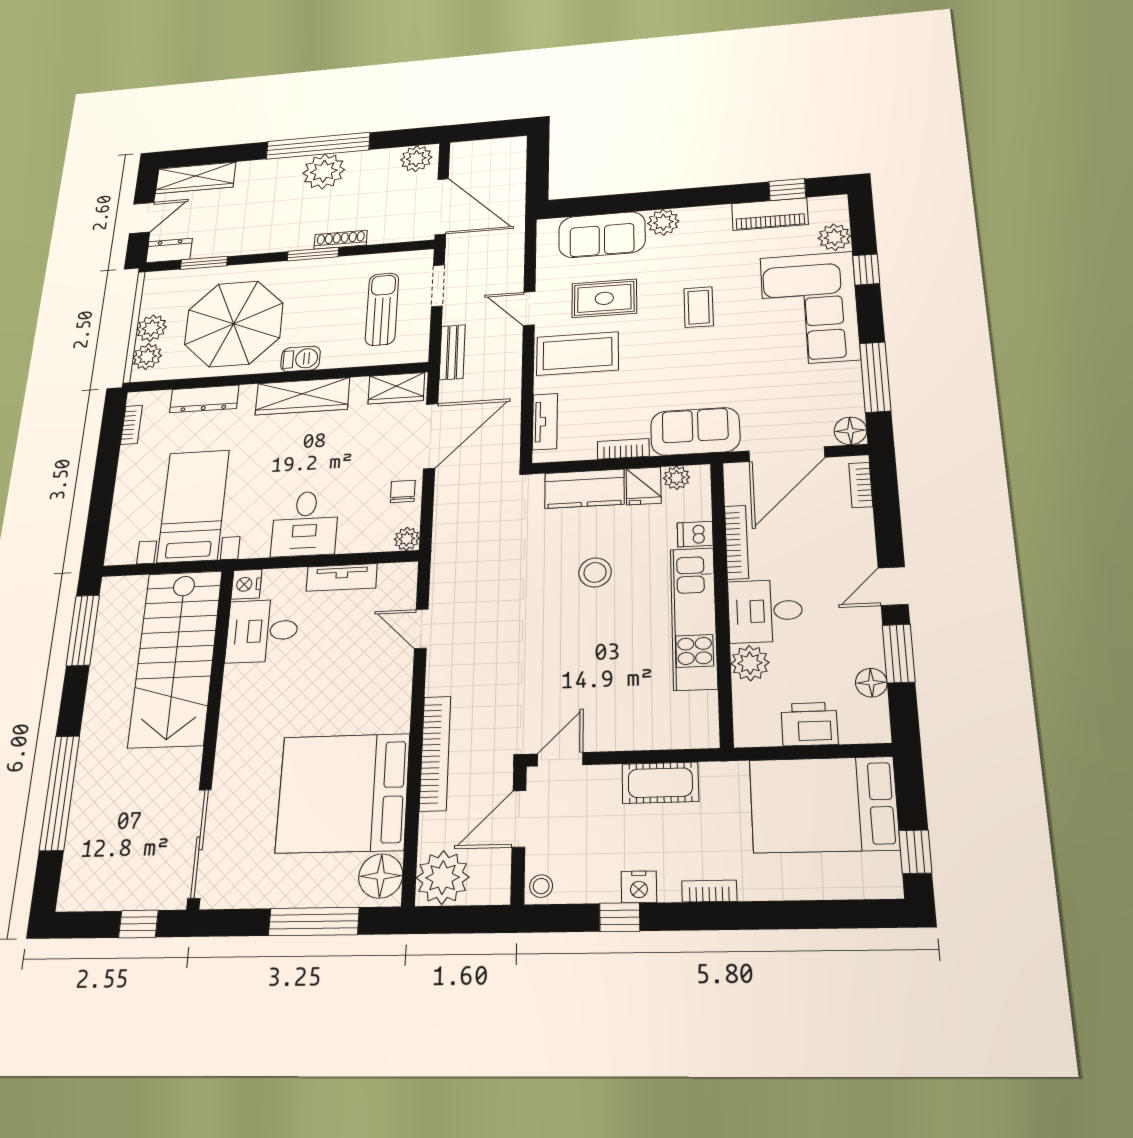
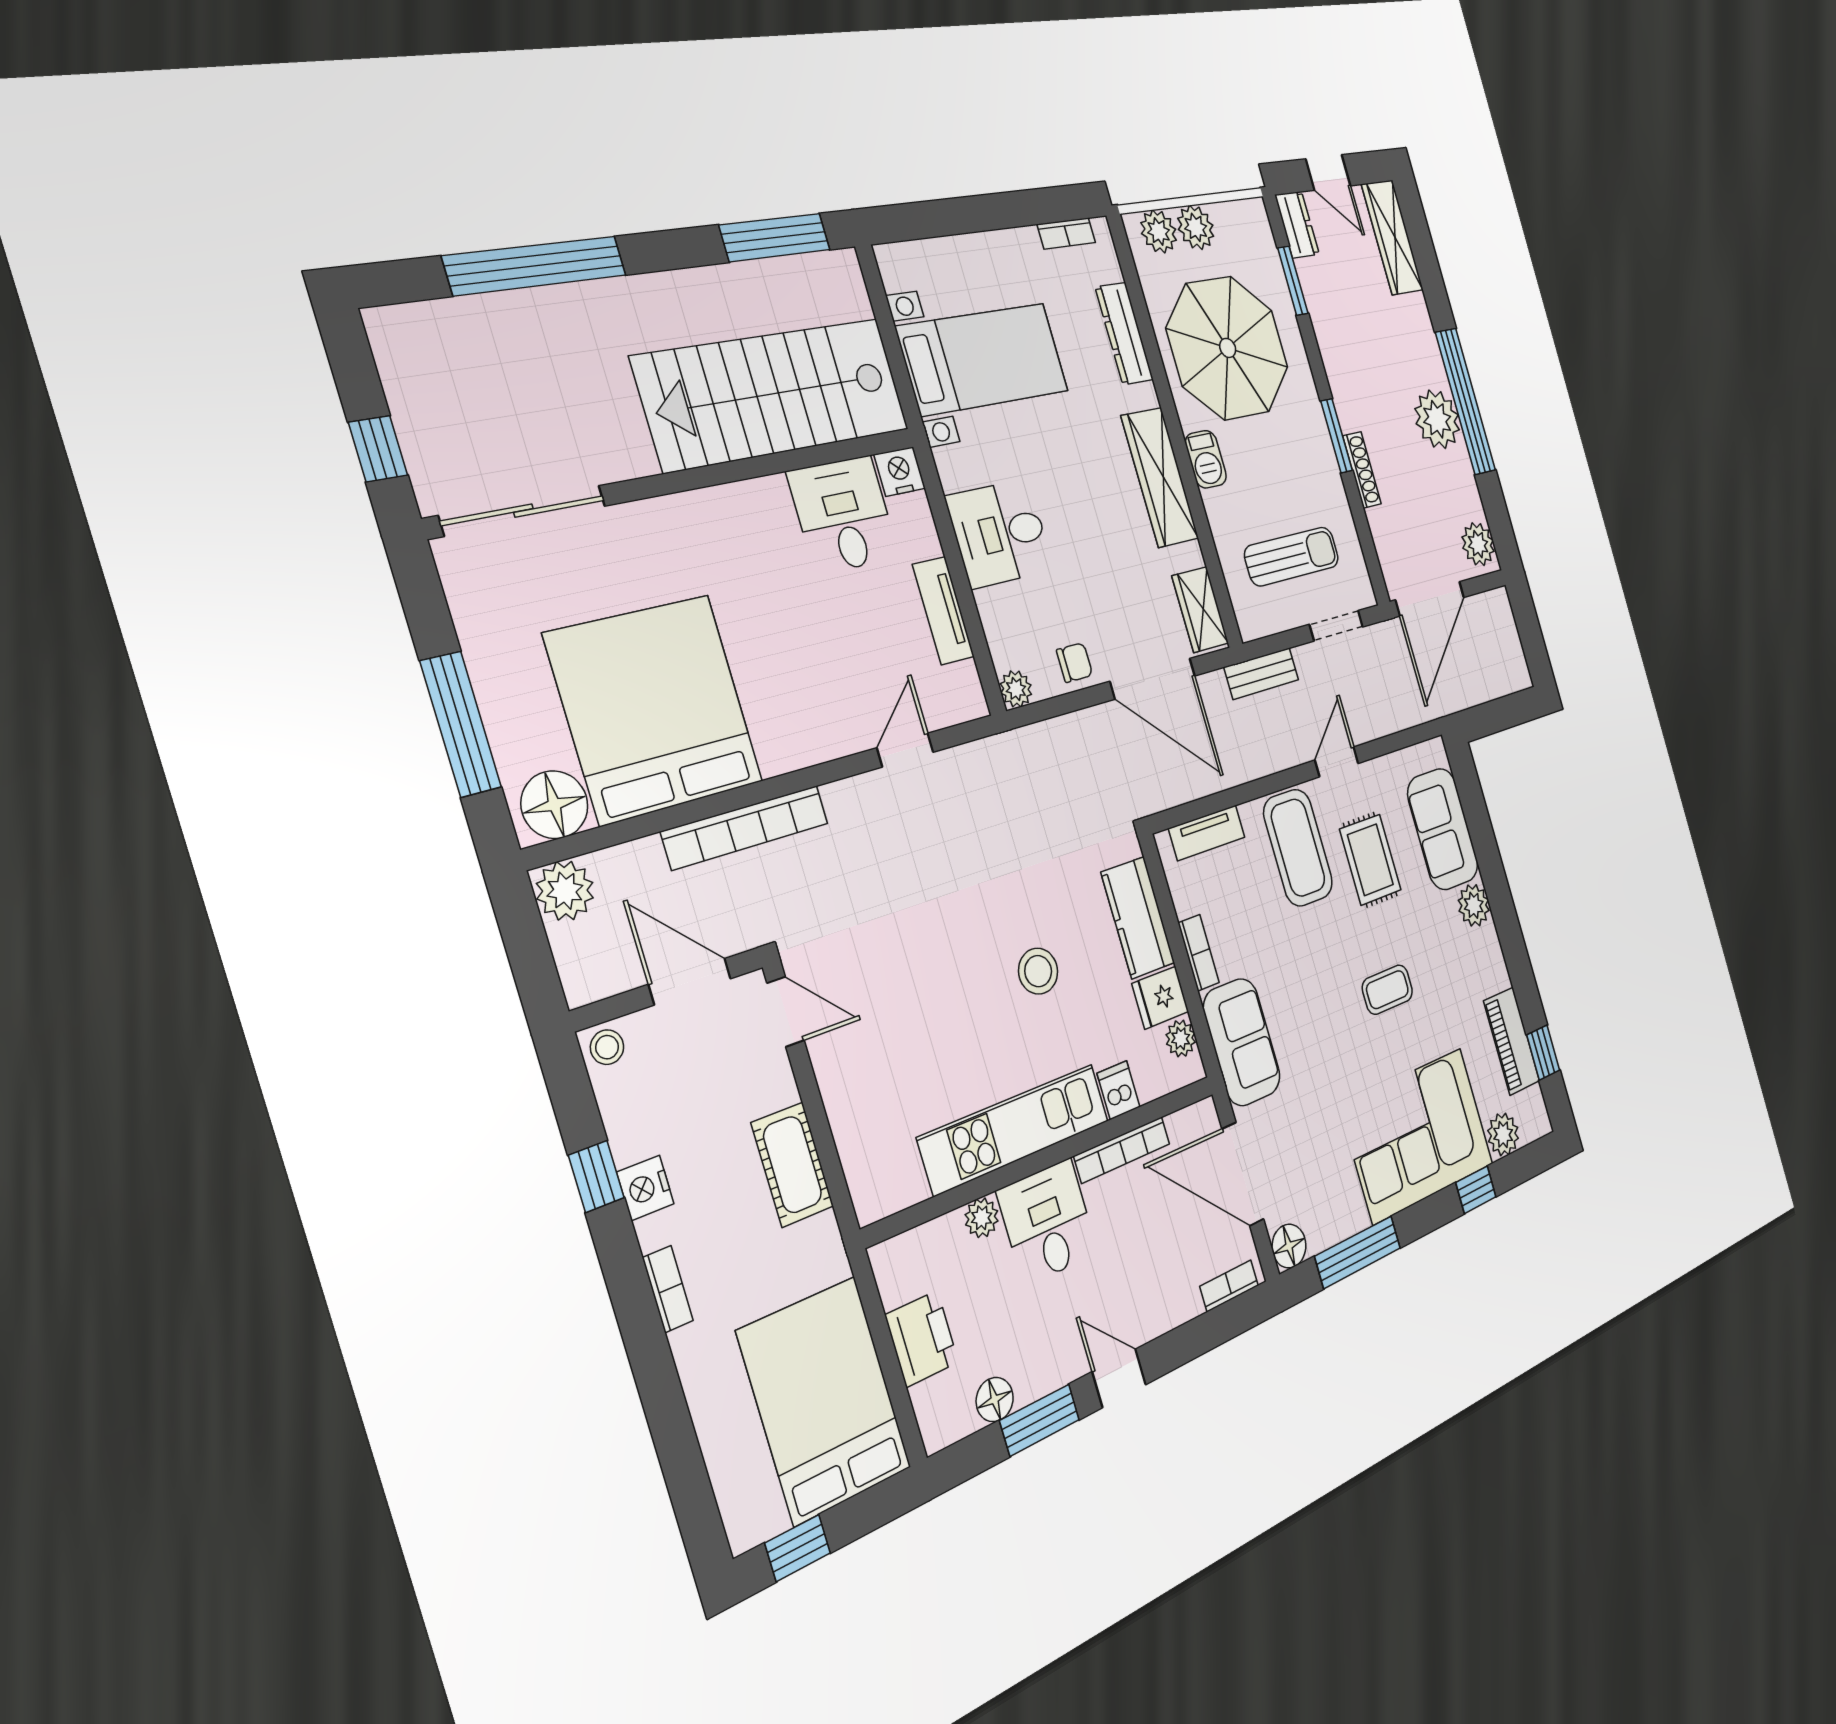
plant: (750, 663) -> (982, 1218), width x0.73, depth x0.73
plant: (443, 877) -> (565, 891), width x0.73, depth x0.73

